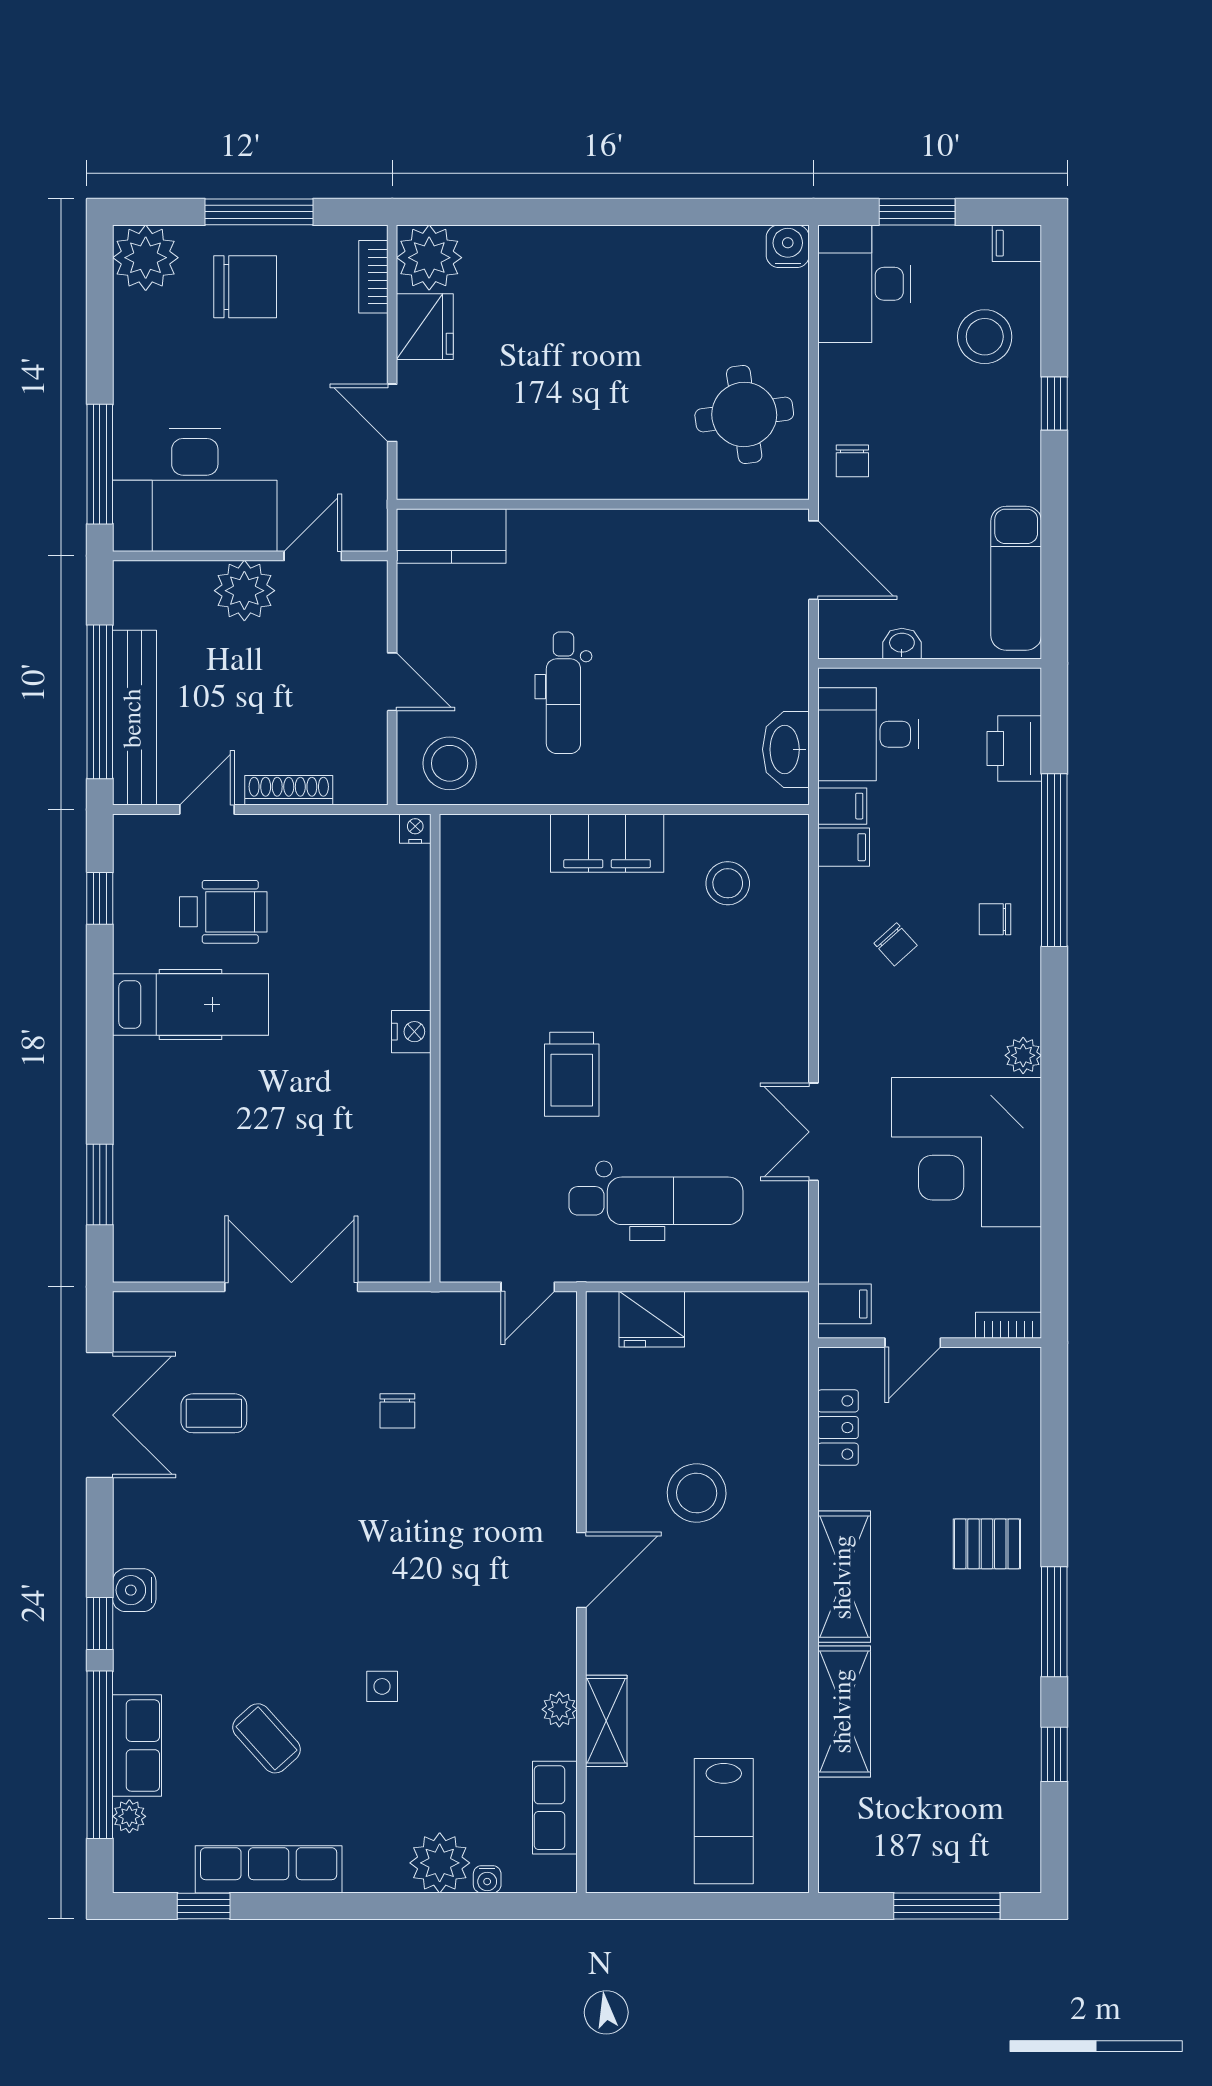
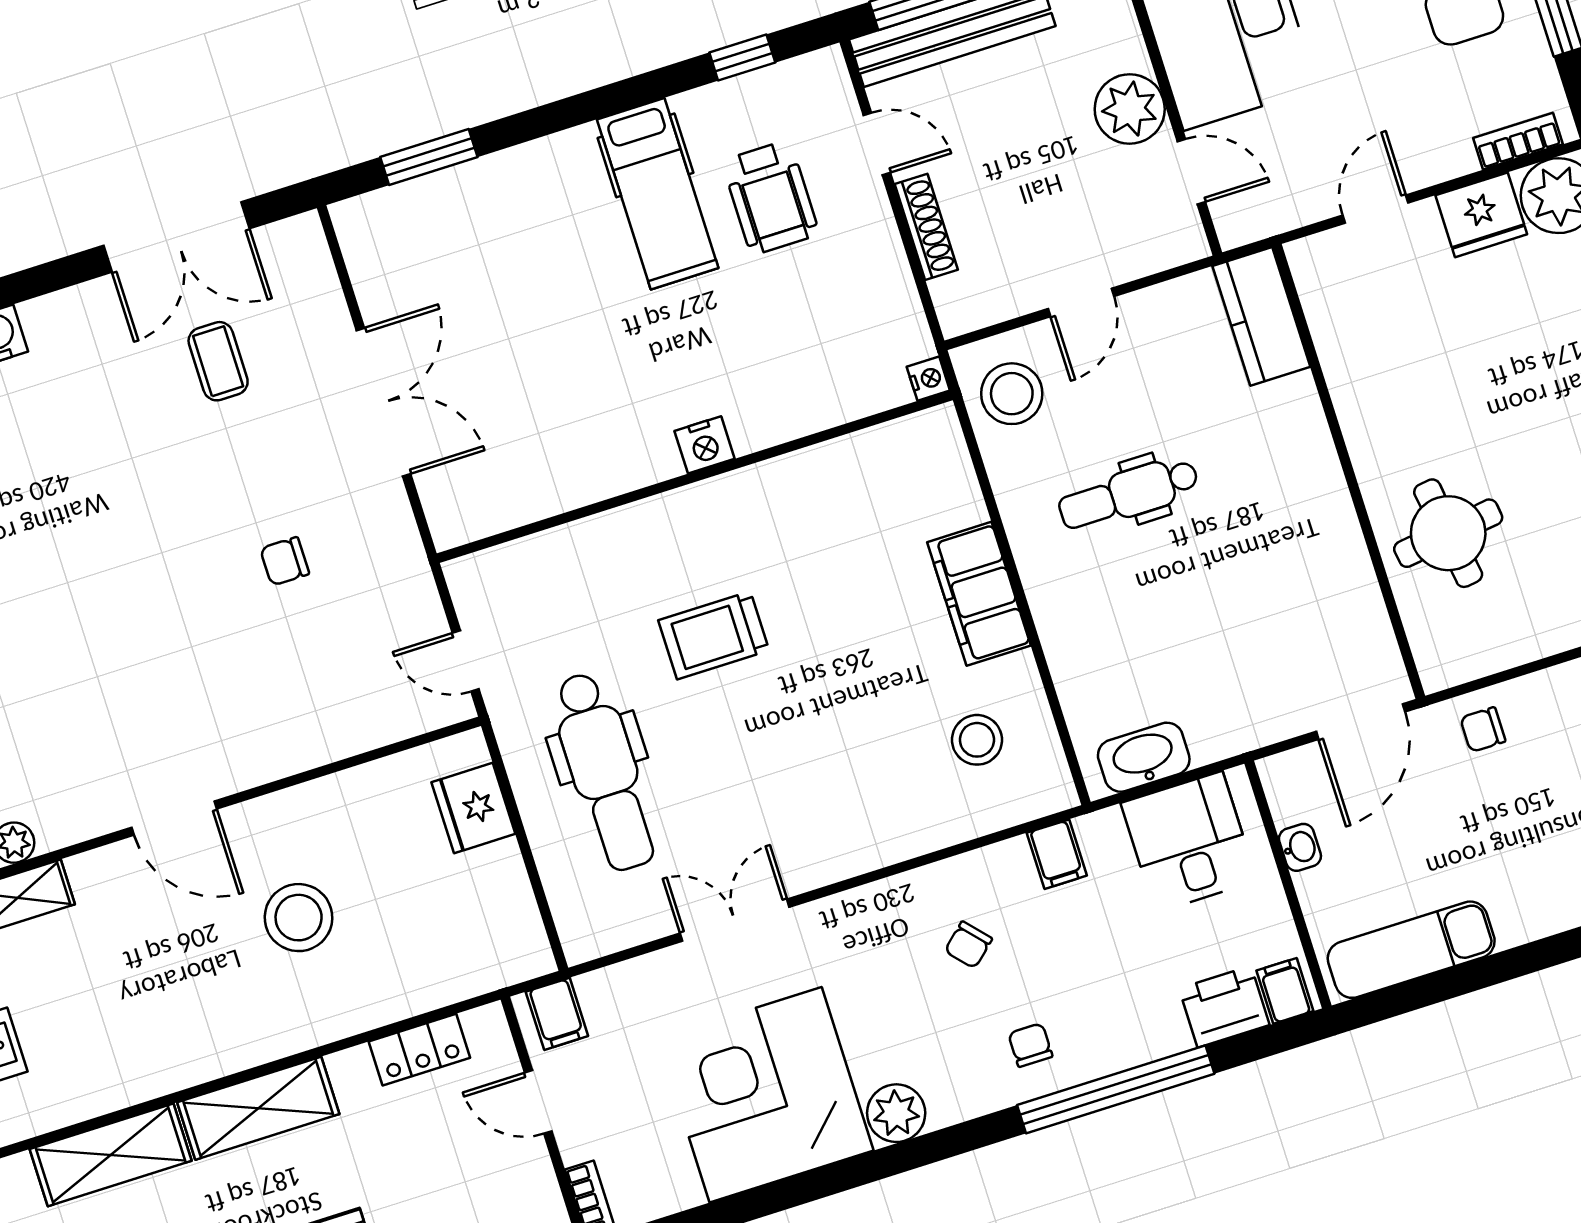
round table: (744, 414) -> (1448, 533), moved
filing cabinet: (842, 806) -> (1285, 991), moved, turned 180
plant: (1023, 1055) -> (896, 1113), width x1.38, depth x1.38

